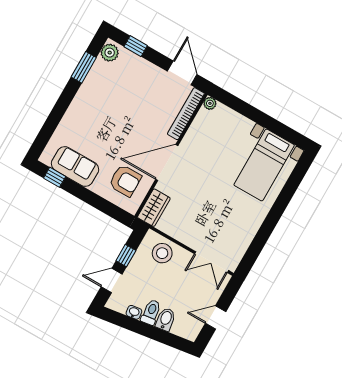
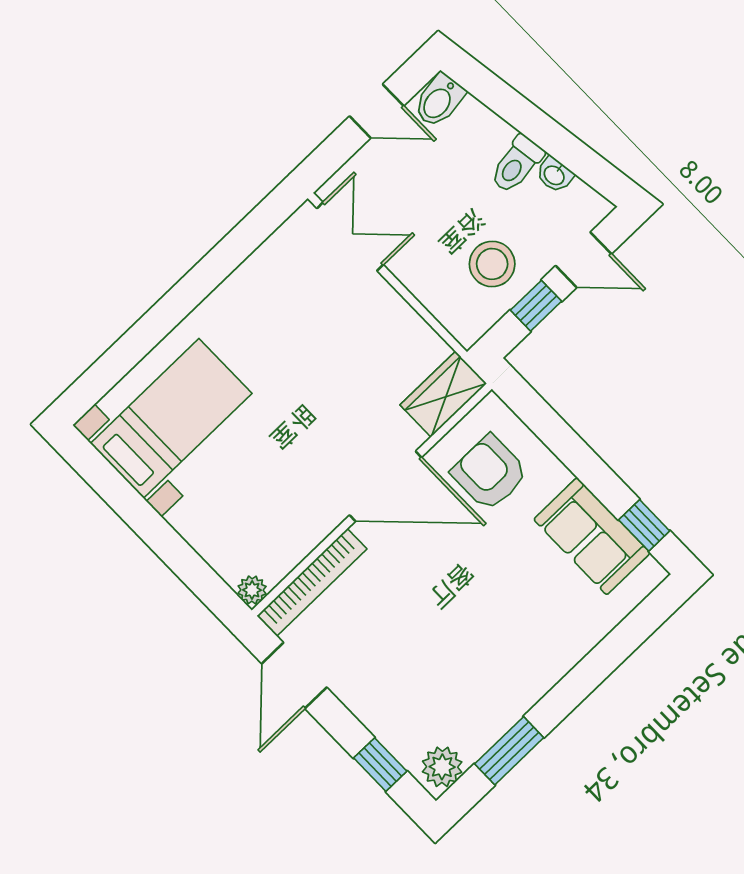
stool: (162, 253) -> (492, 264), moved
bidet: (166, 319) -> (439, 101), moved

